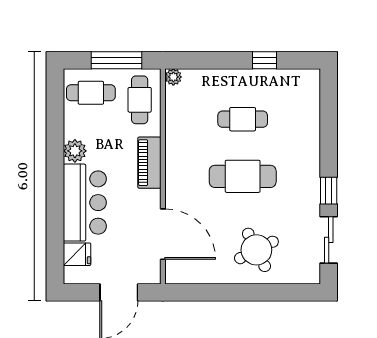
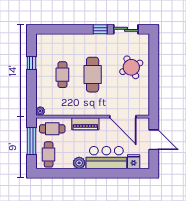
door: (163, 234) -> (123, 117), swing flipped

